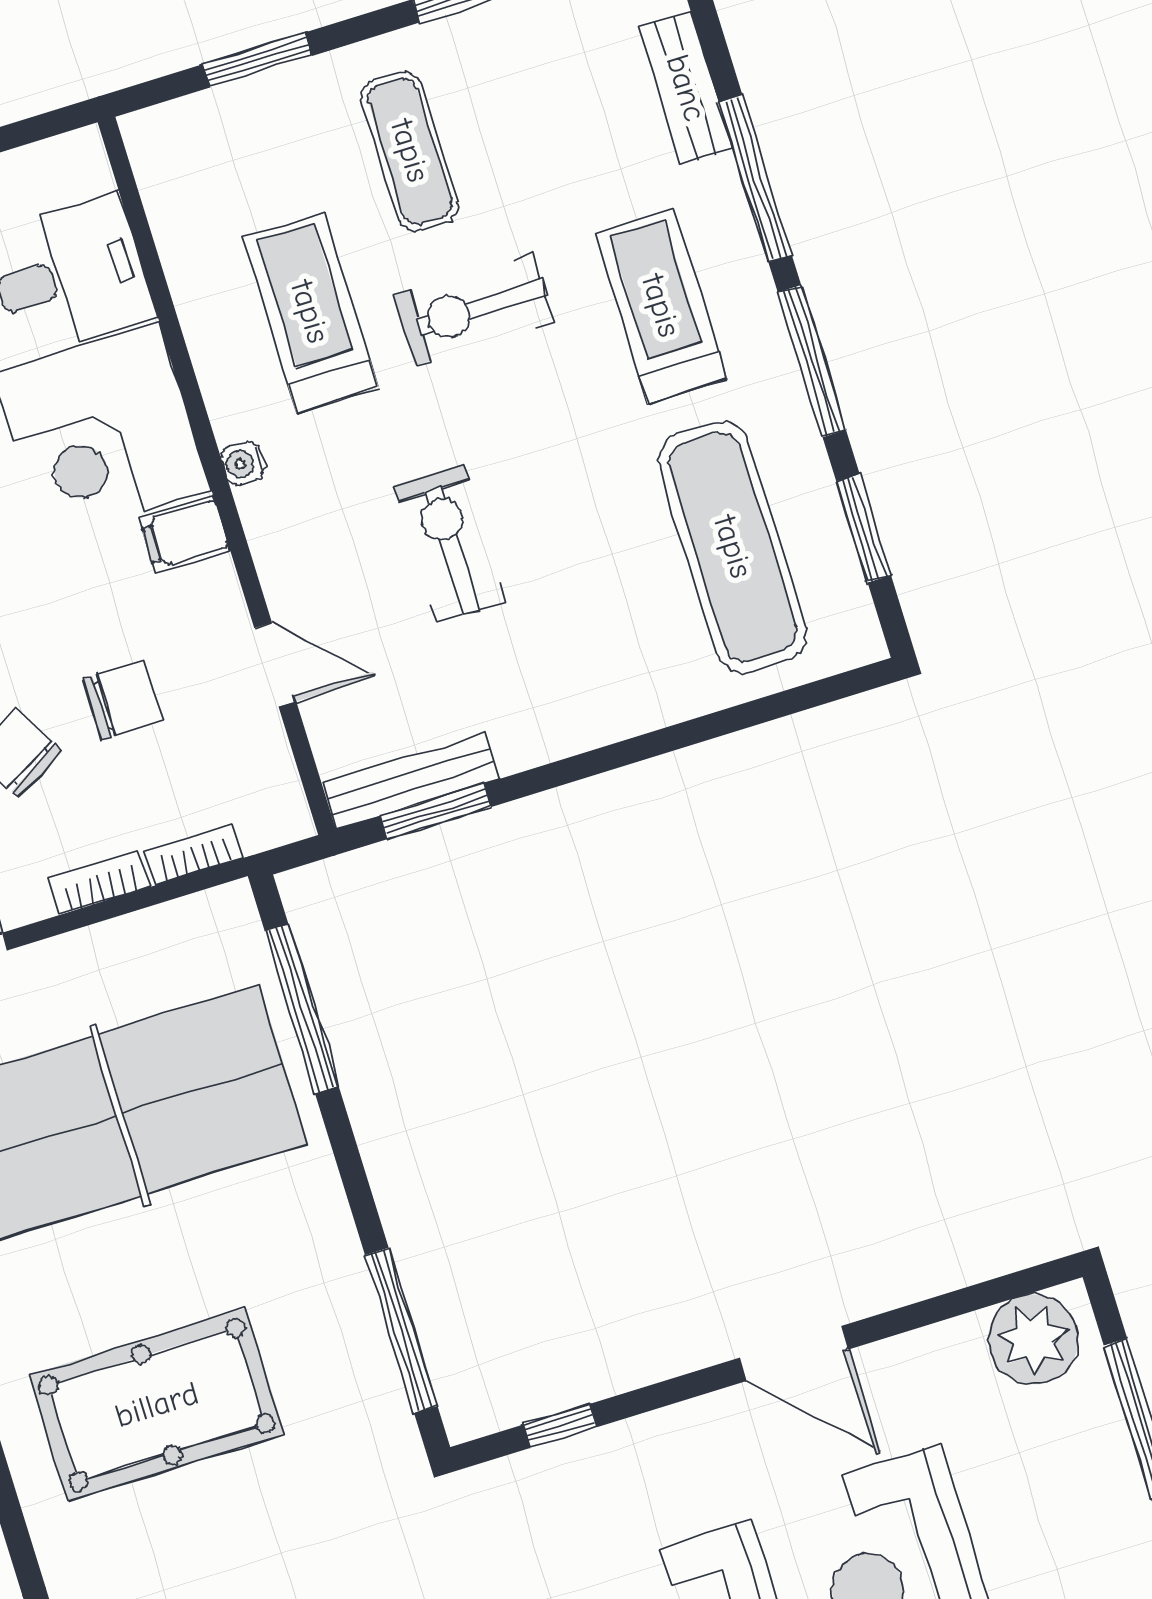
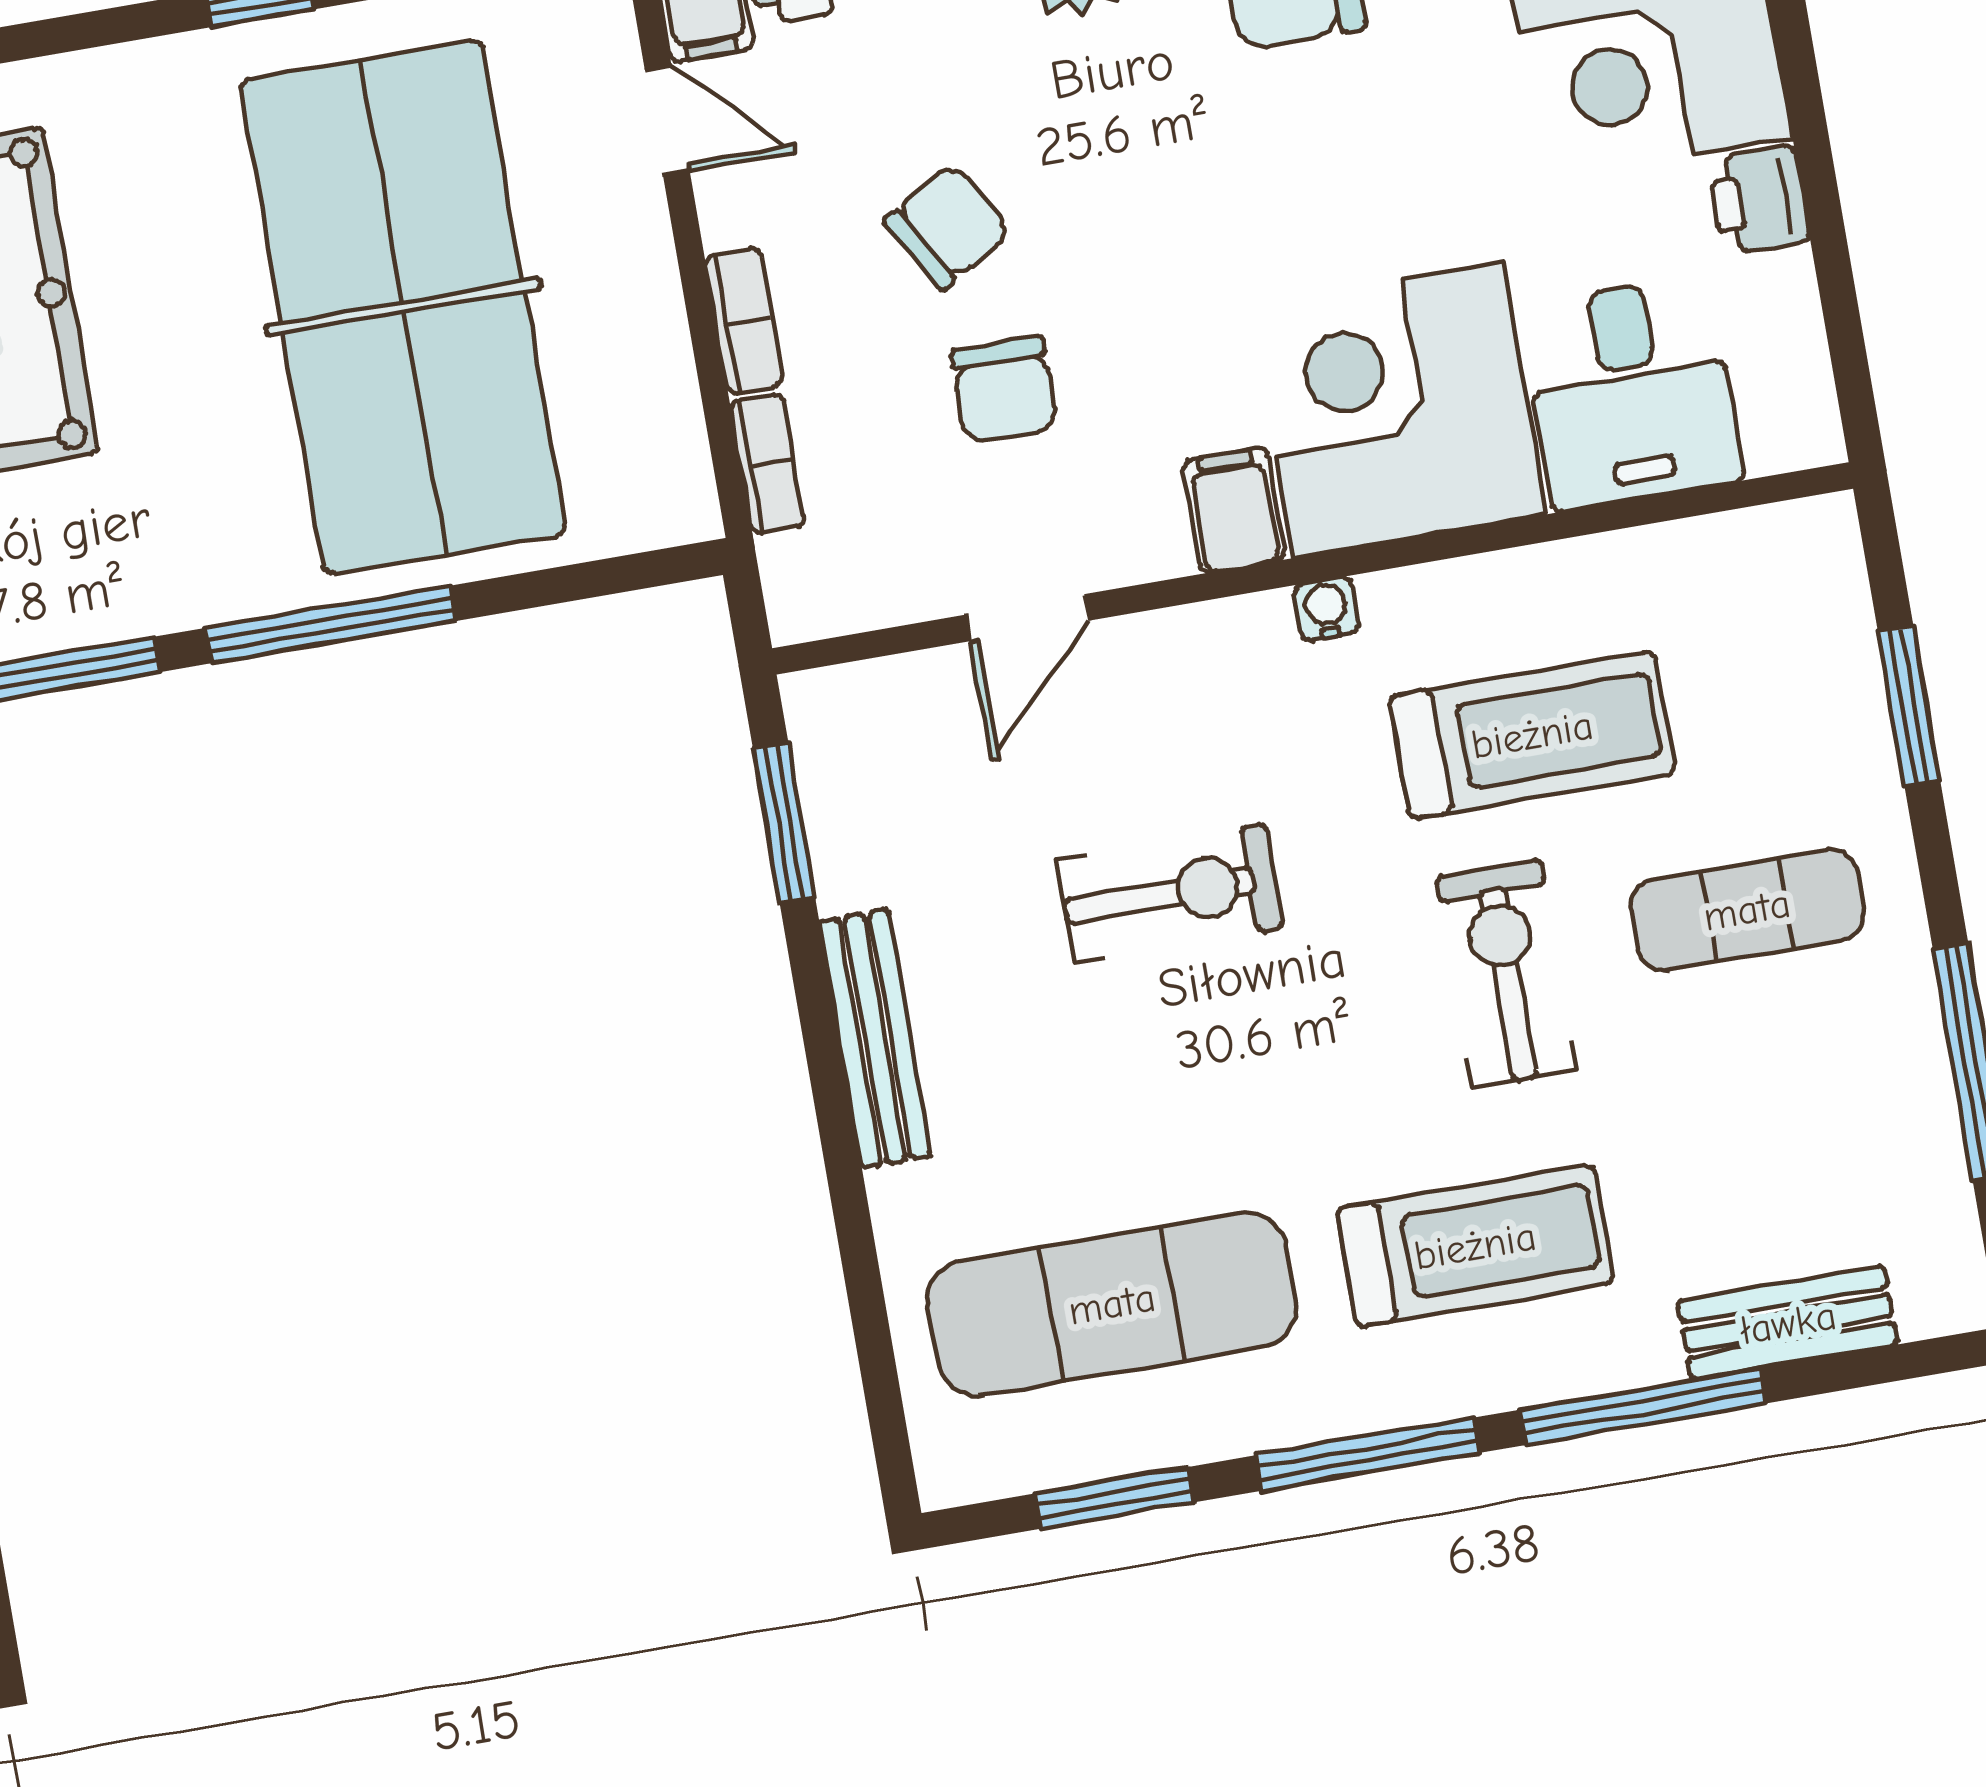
bench: (411, 781) -> (875, 1039), moved
window: (302, 1009) -> (331, 624), moved

